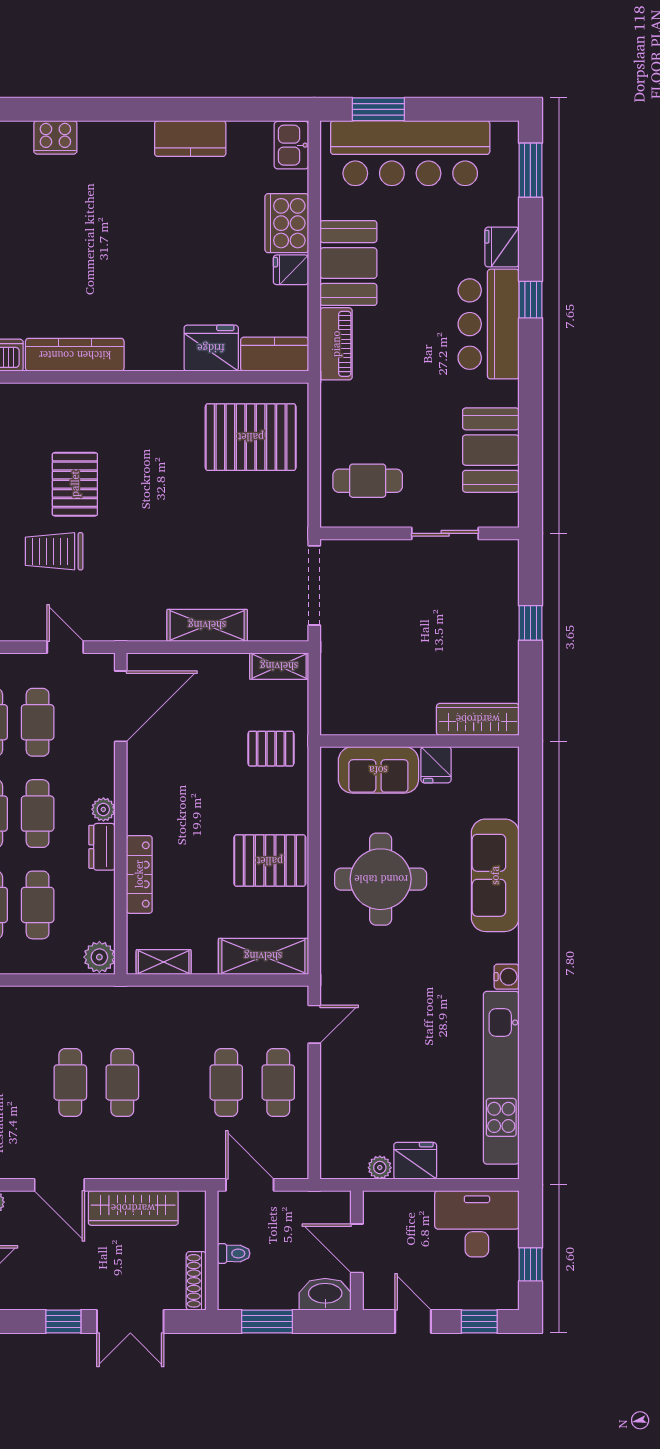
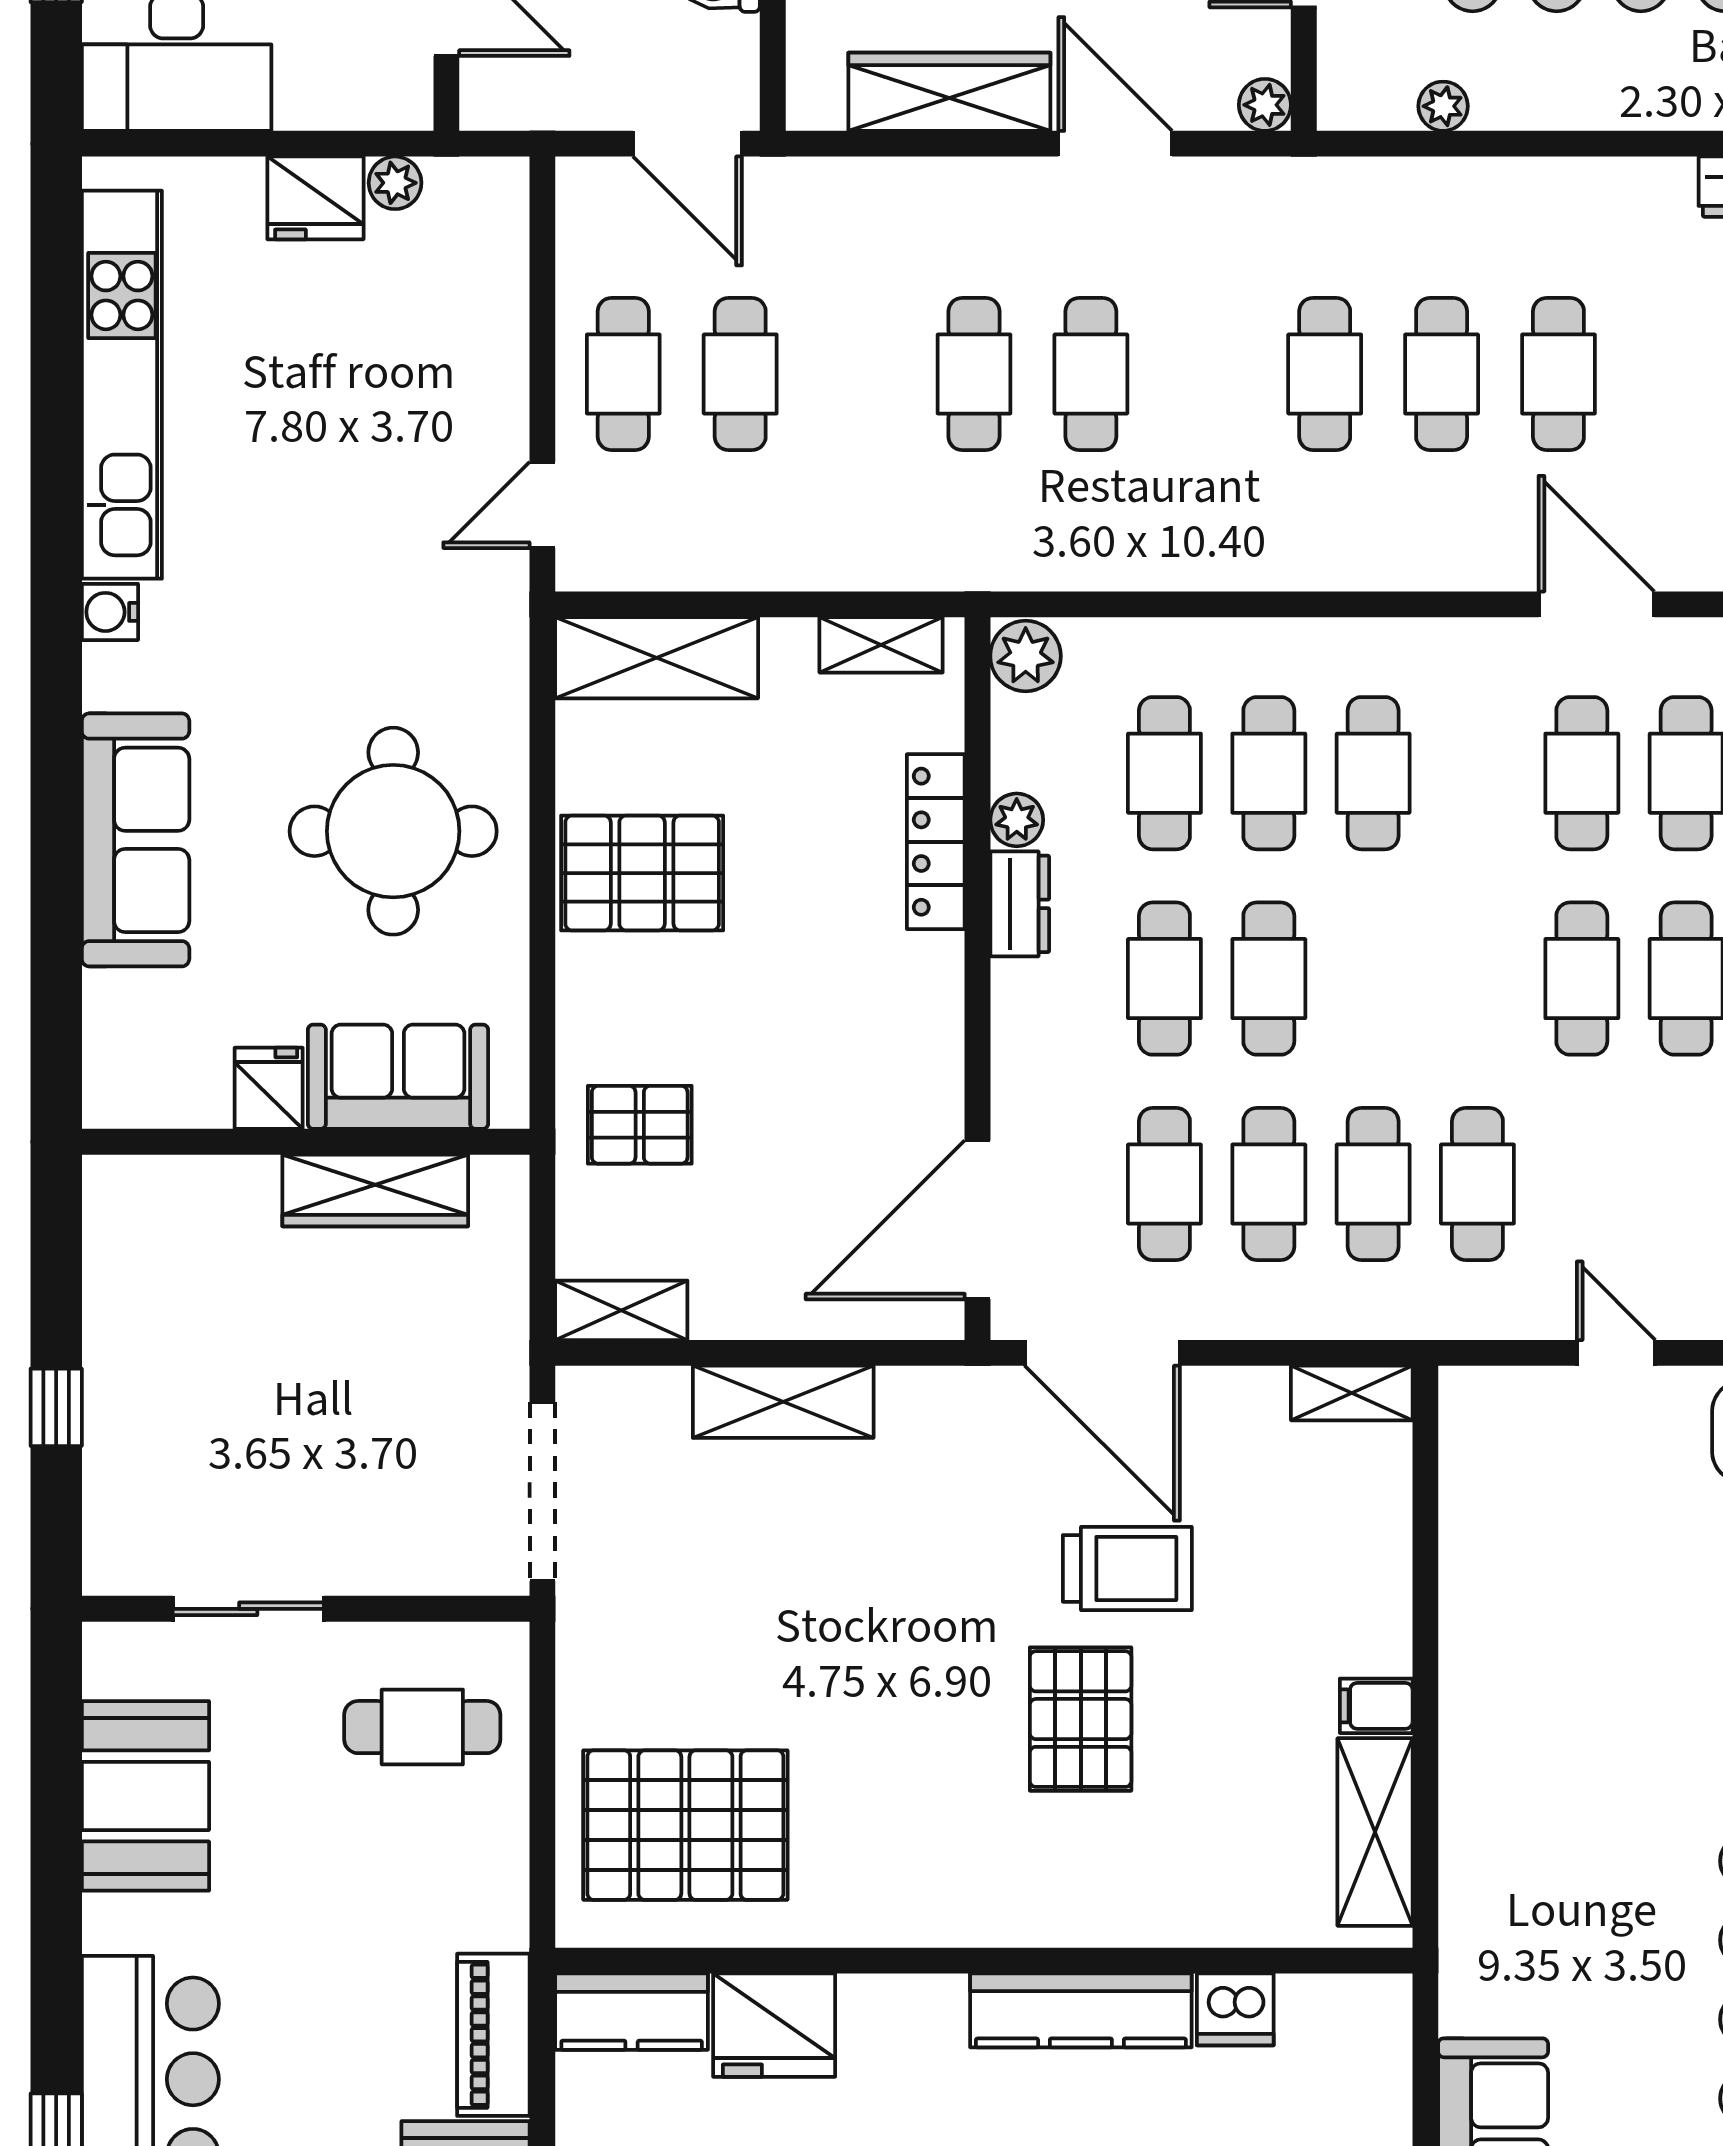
door: (65, 647) -> (1102, 1353), width x1.87
wardrobe: (478, 719) -> (375, 1190), moved
plant: (103, 809) -> (1017, 820), moved

